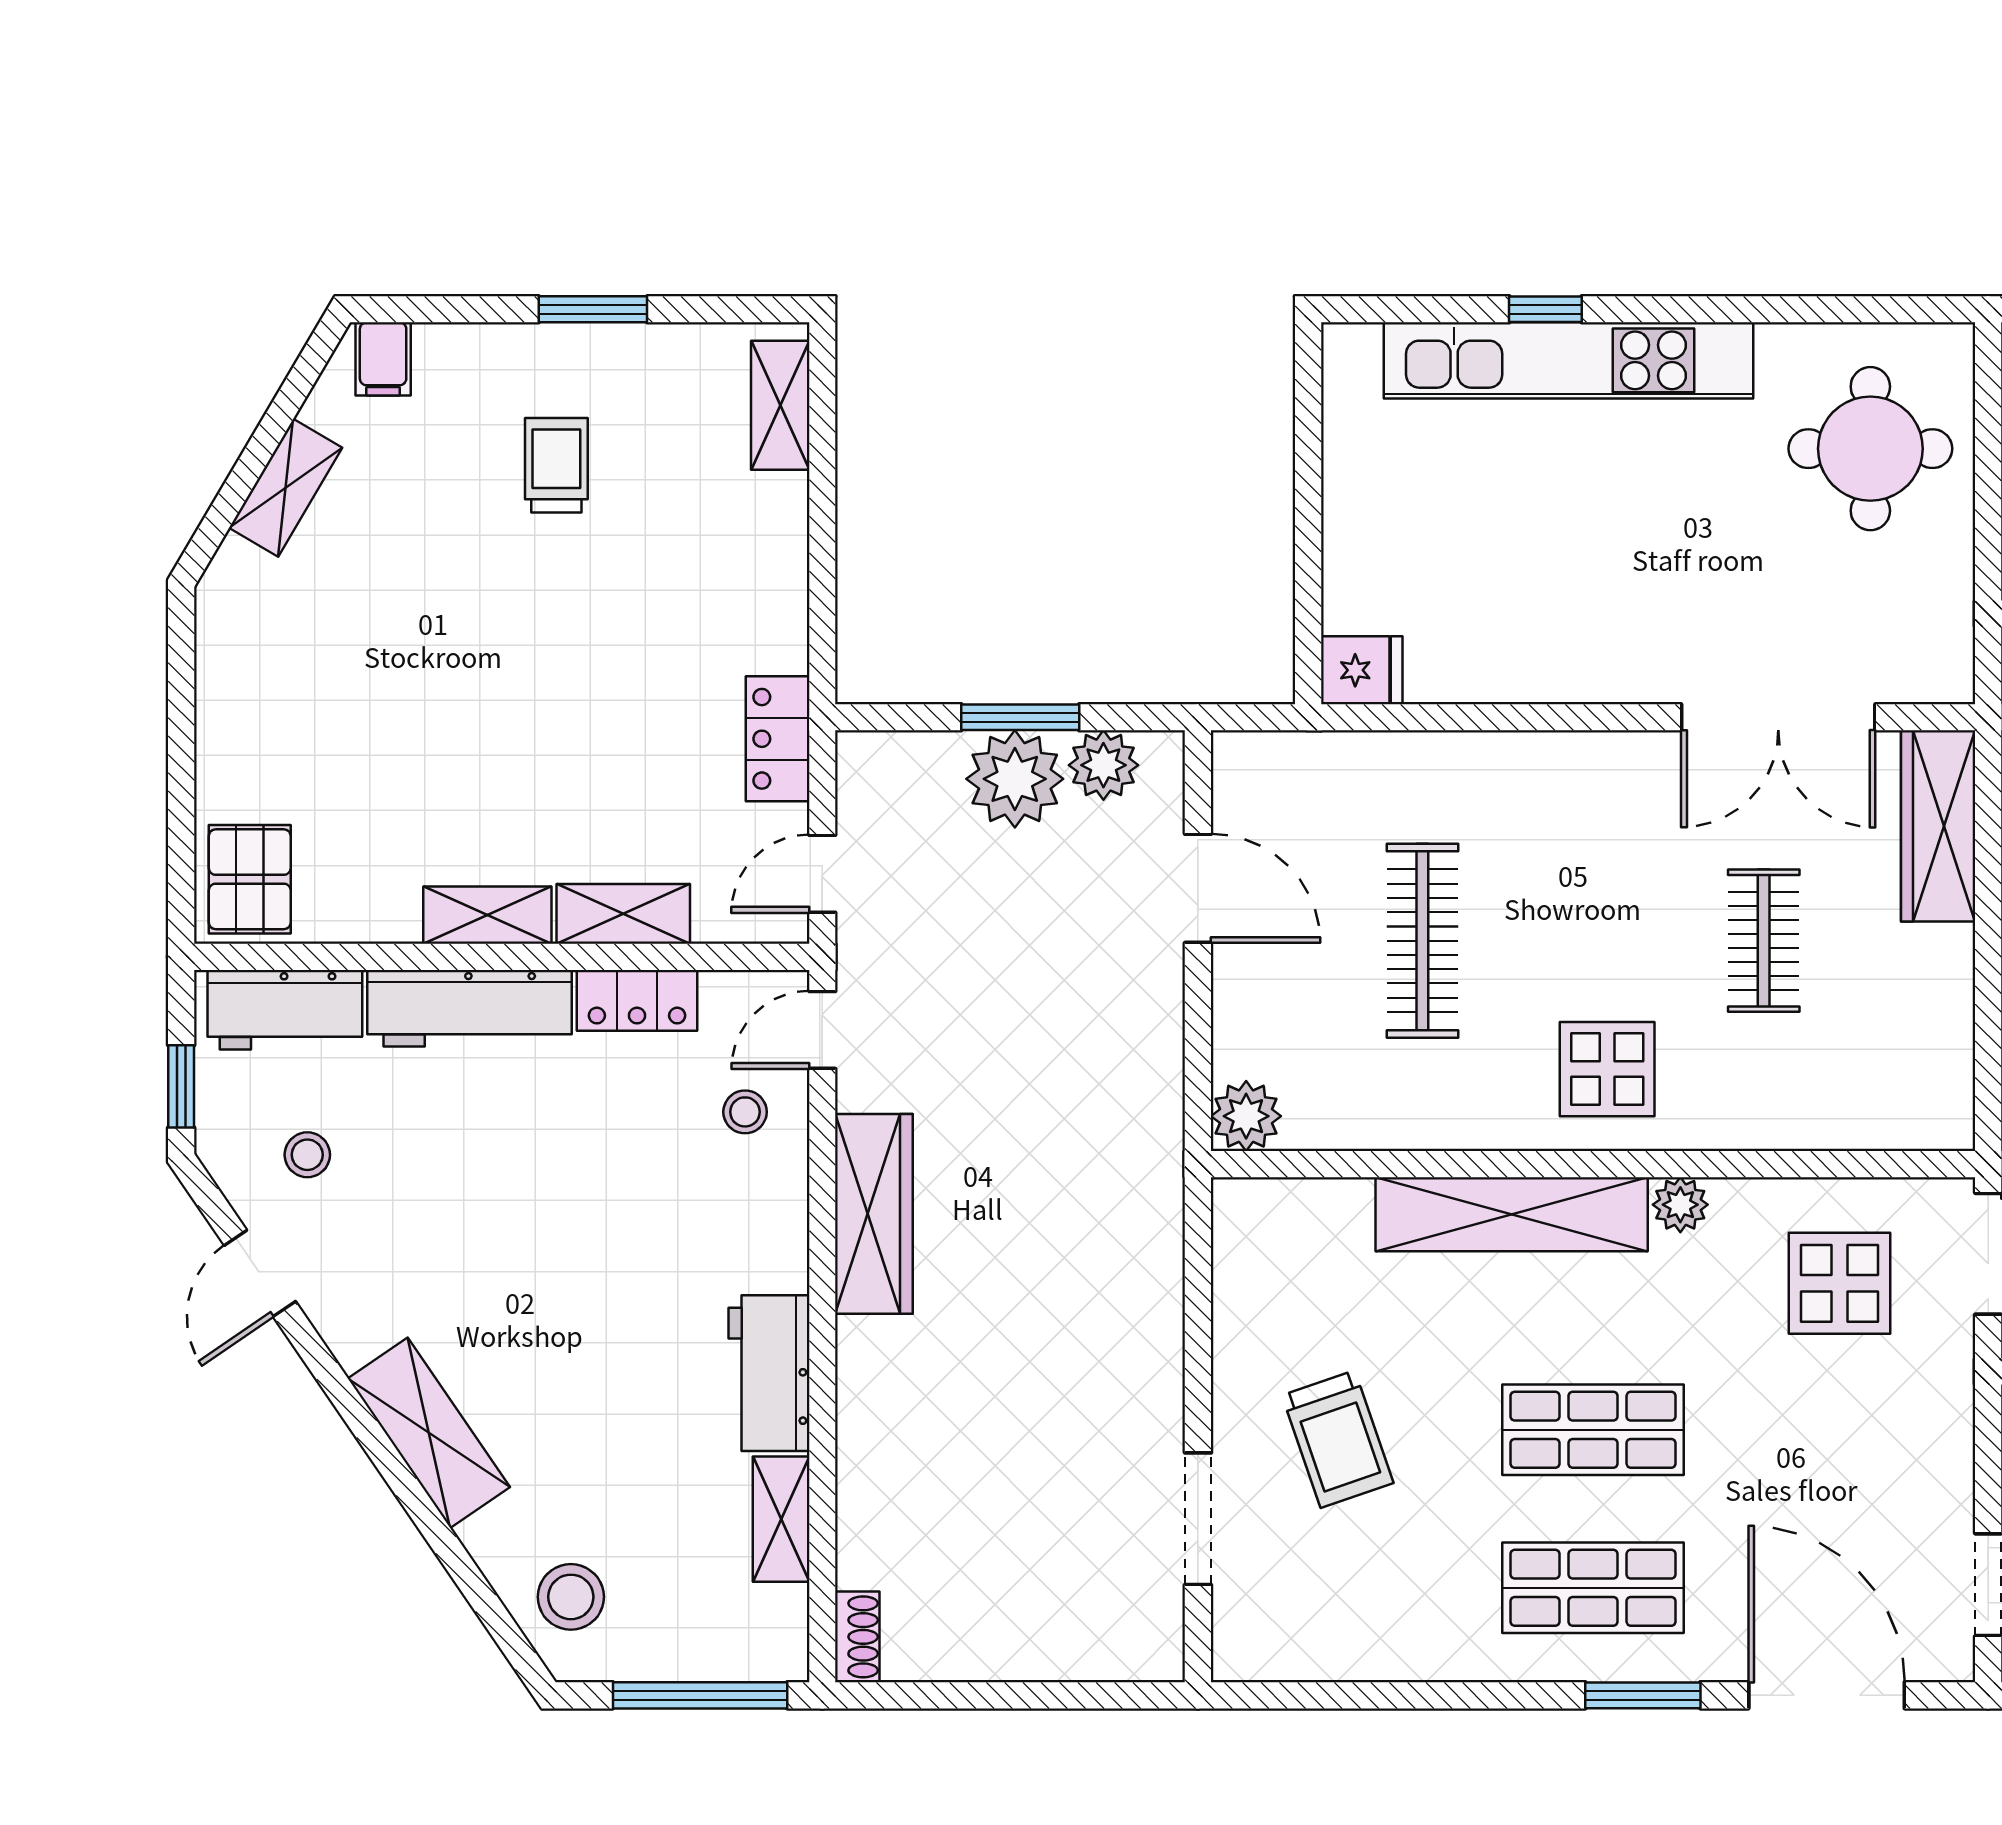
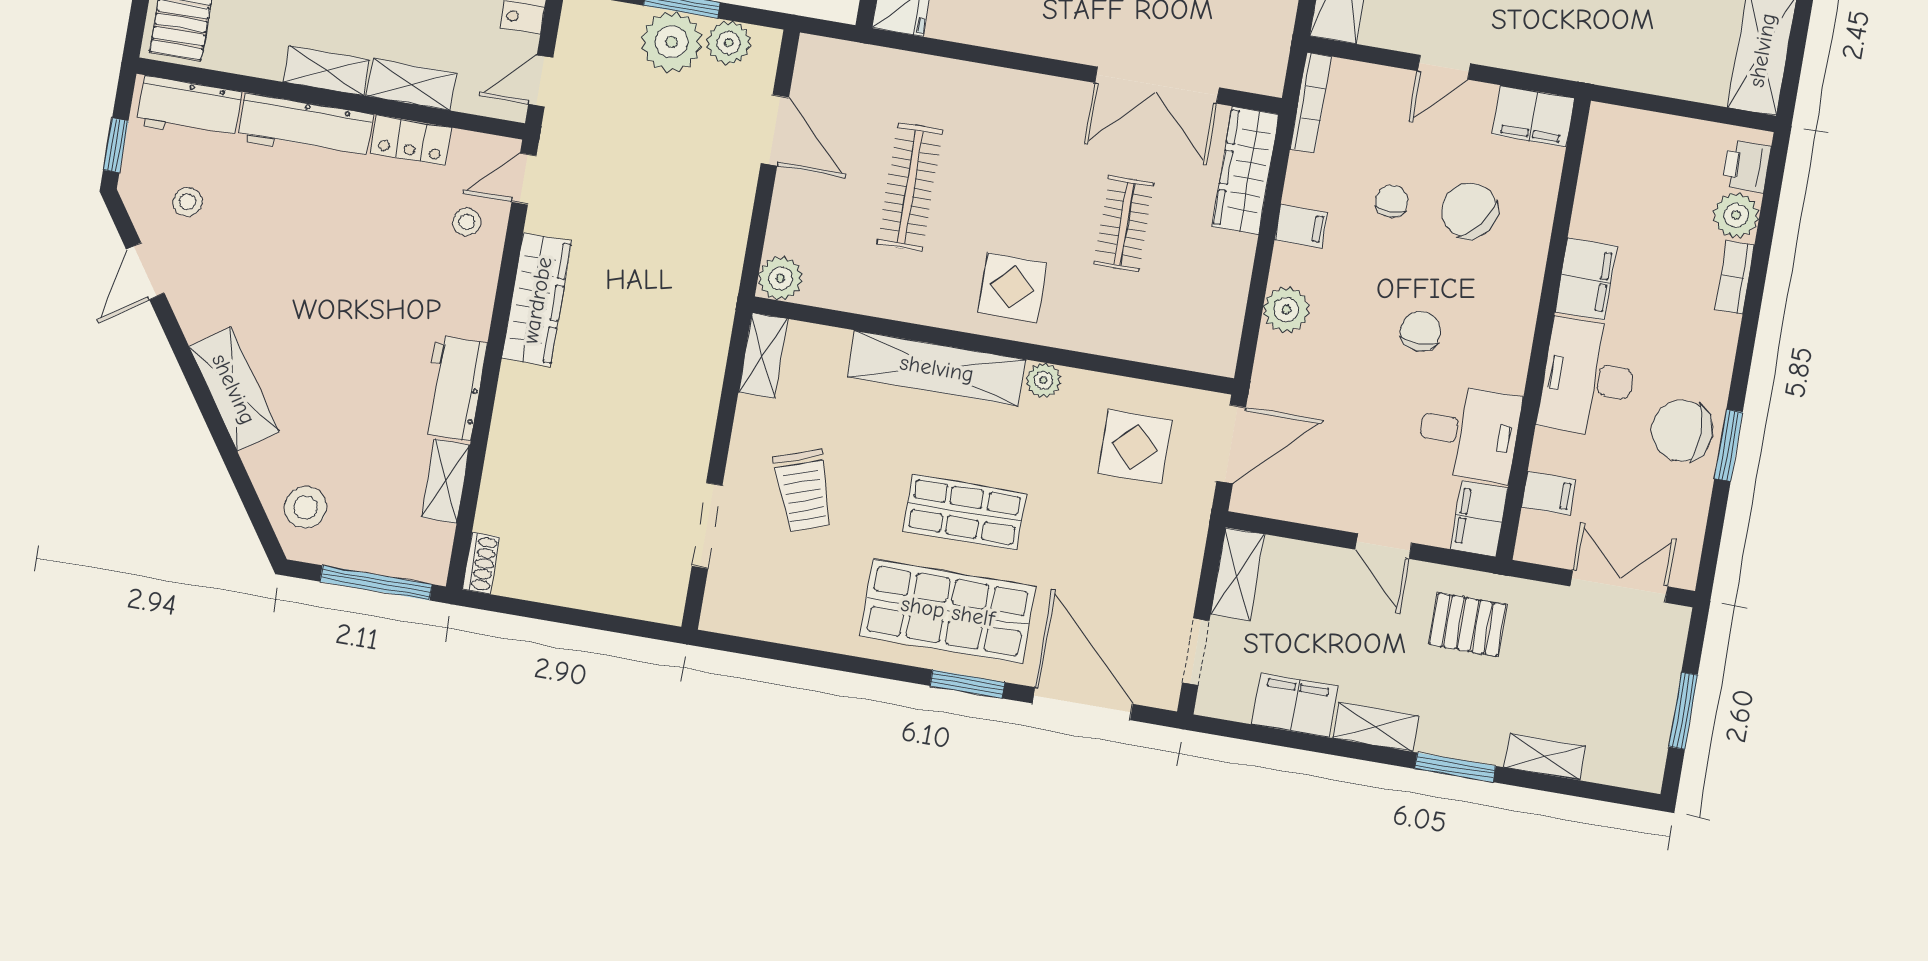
shelving: (1239, 1241) -> (763, 356), added
shop shelf: (1593, 1588) -> (948, 611), width x1.43, depth x1.36

